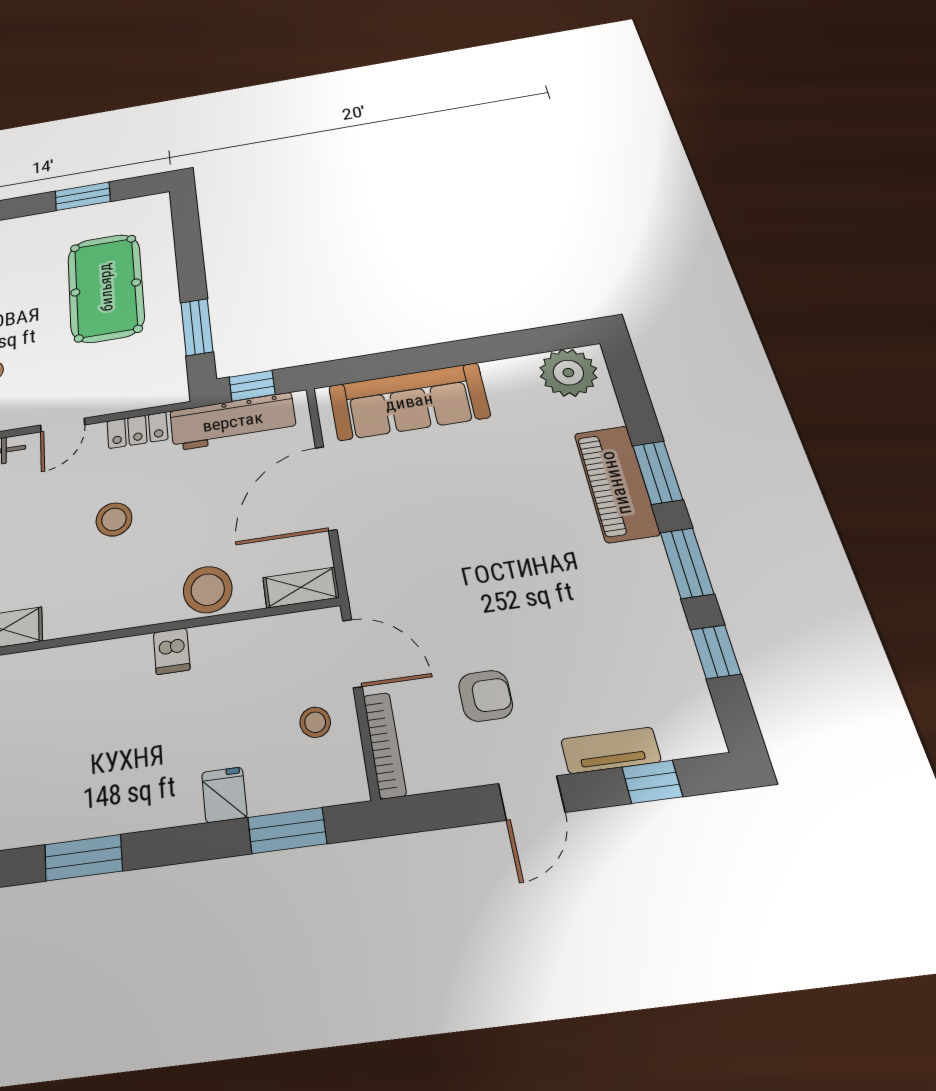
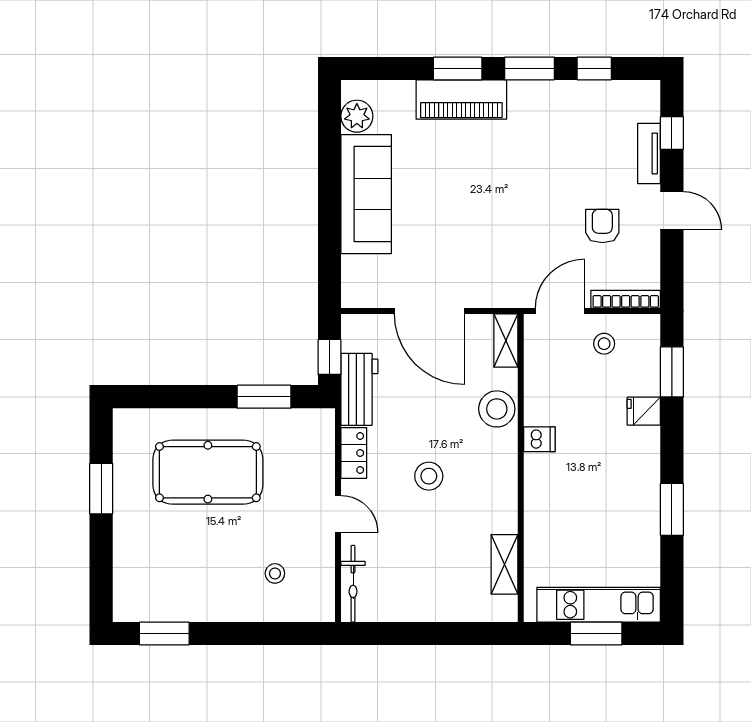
plant: (568, 373) -> (357, 116), width x0.73, depth x0.73
sofa: (409, 402) -> (366, 194), moved
workbench: (233, 422) -> (359, 389), width x0.73

